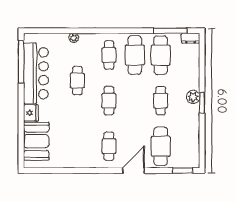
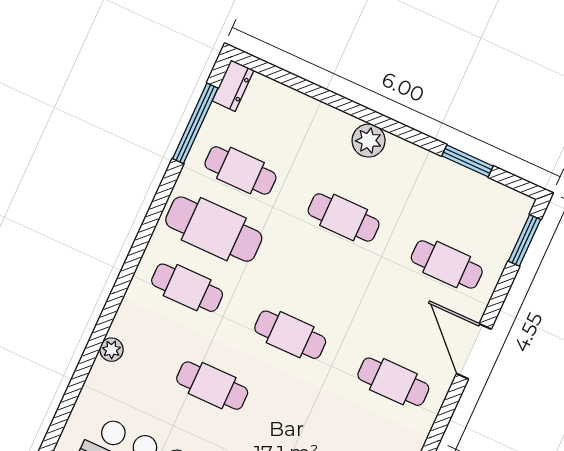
cafe table: (161, 55) -> (240, 170), width x0.73, depth x0.74
window: (202, 103) -> (468, 161), moved
cafe table: (161, 146) -> (447, 264), width x0.73, depth x0.74

